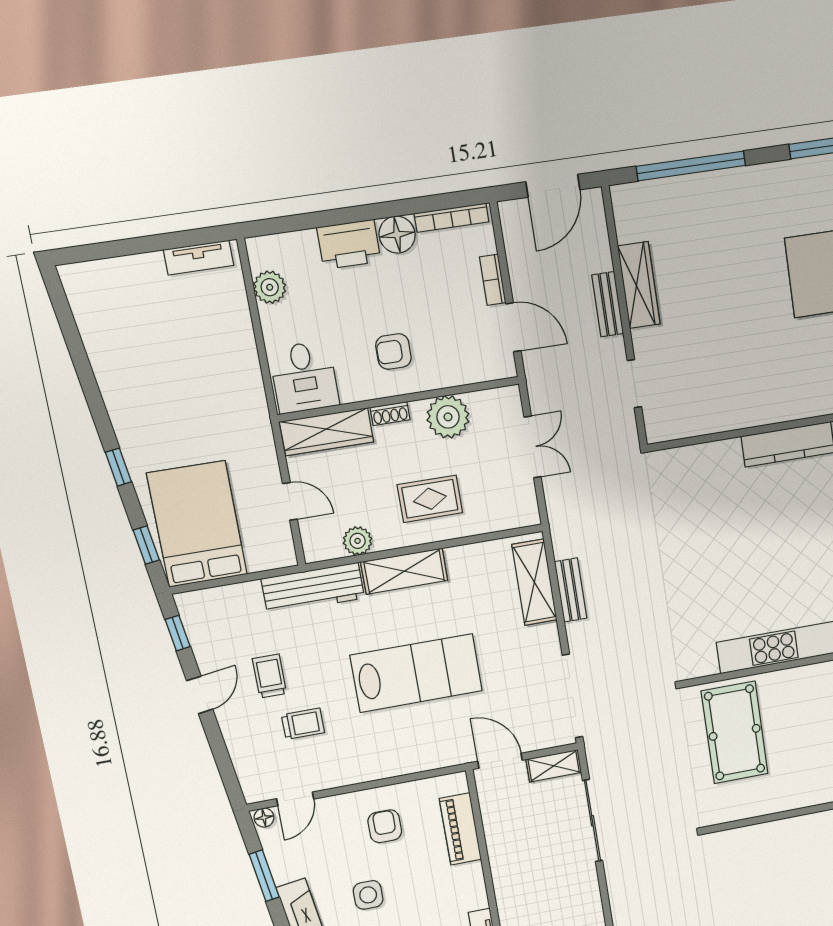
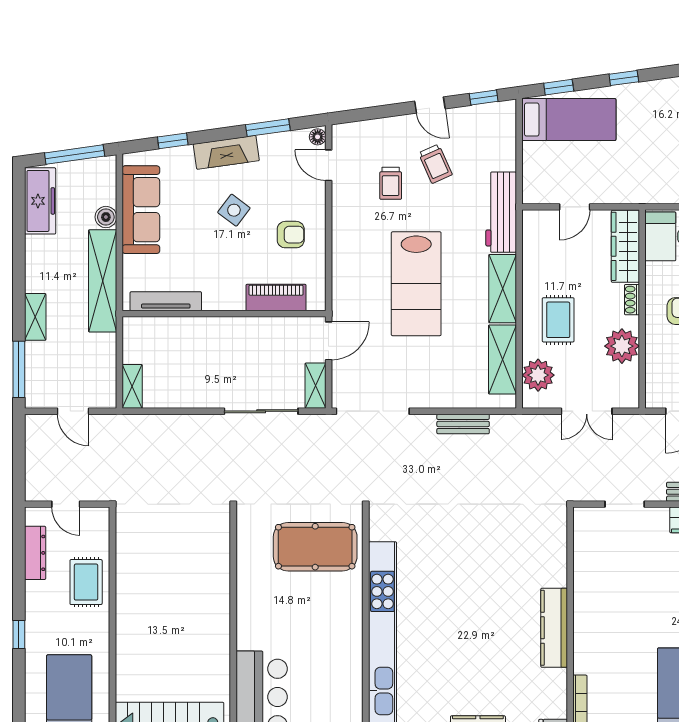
bed: (197, 524) -> (569, 120), width x0.67
plant: (358, 541) -> (538, 375), moved, width x1.36, depth x1.36
shelving: (534, 582) -> (502, 359), moved, turned 90
trolley: (270, 676) -> (435, 164), turned 66
side table: (368, 895) -> (234, 210), turned 37

